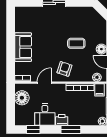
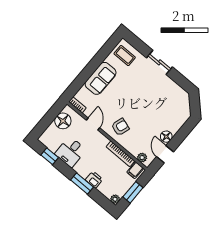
coffee table: (76, 43) -> (125, 56), moved
door: (44, 83) -> (93, 124), hinge flipped
printer: (62, 120) -> (94, 180), moved

